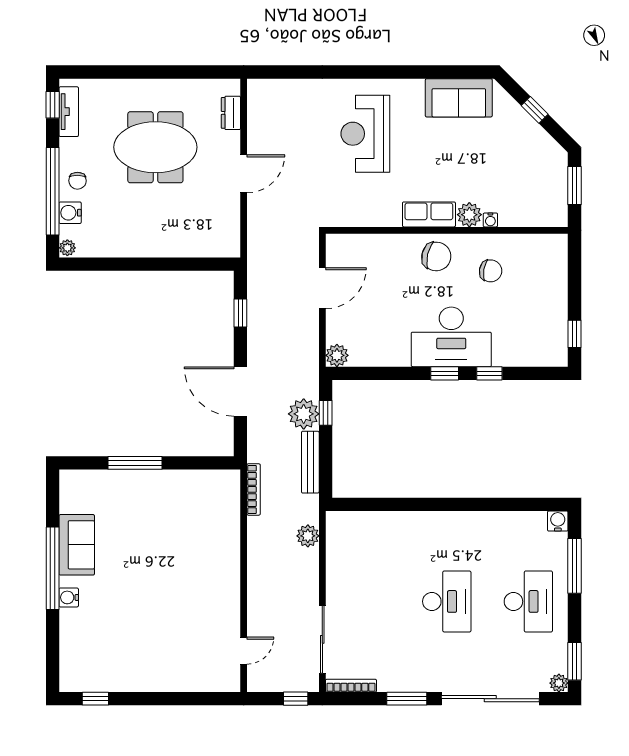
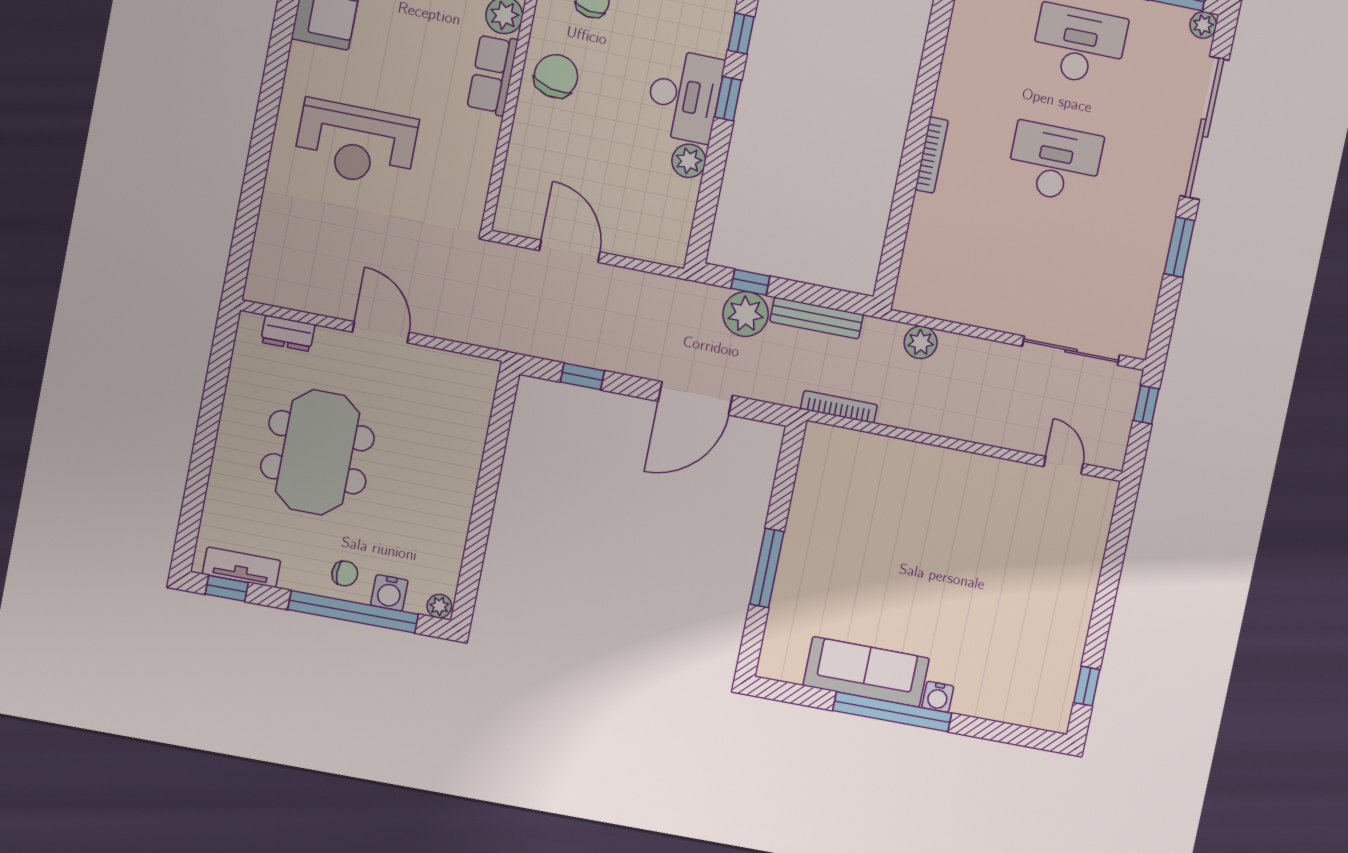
desk: (451, 337) -> (684, 96), width x0.73, depth x0.77
plant: (337, 355) -> (689, 161), moved
sofa: (77, 545) -> (866, 672), width x1.36
bookcase: (351, 686) -> (932, 155), moved, turned 180

